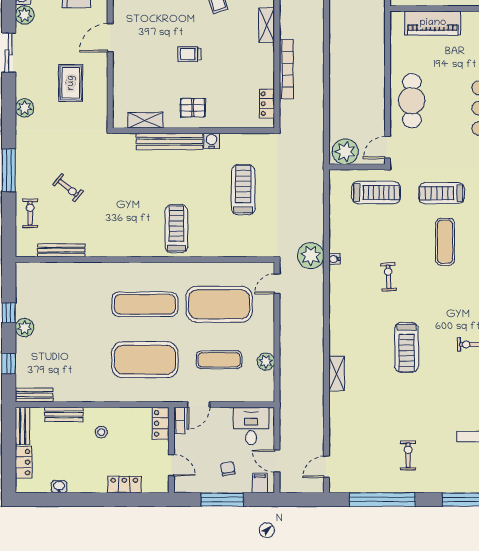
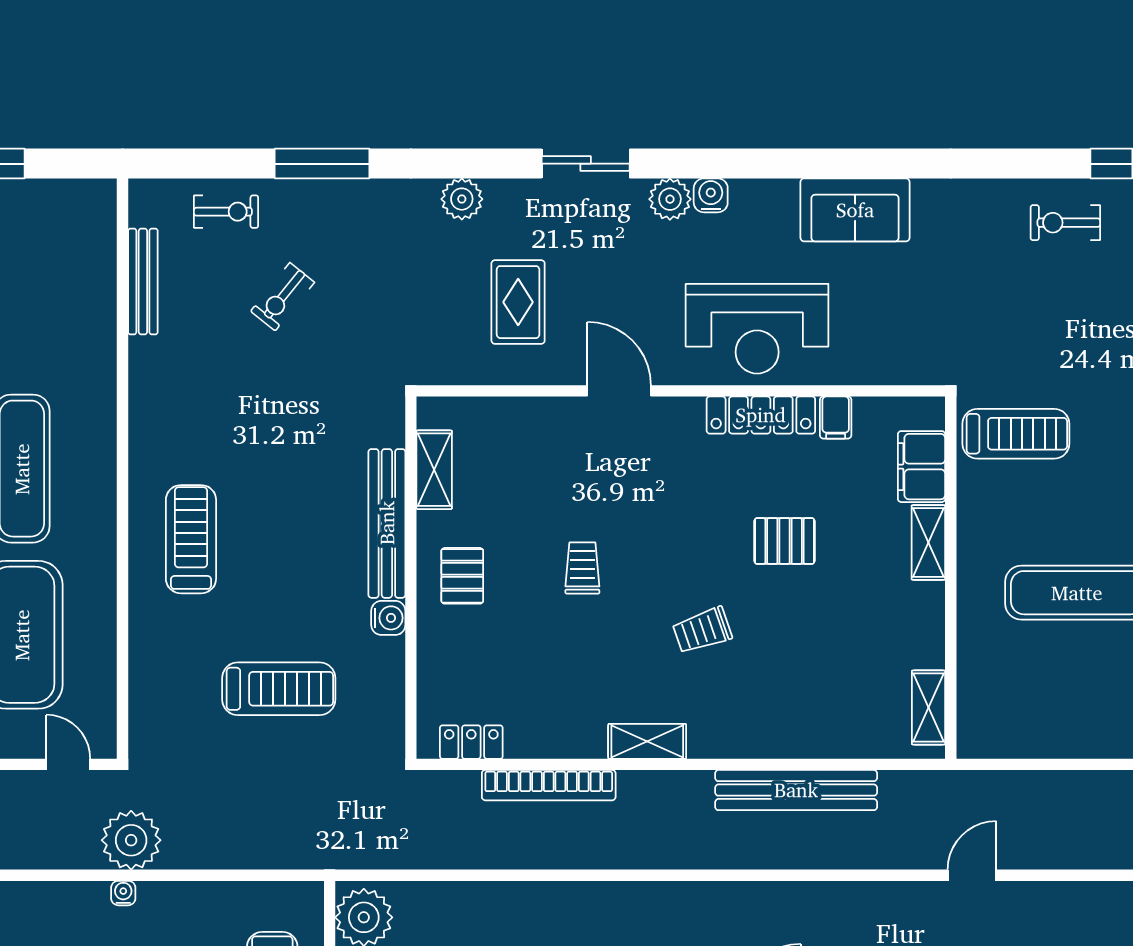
rug: (71, 83) -> (518, 302), turned 90
treadmill: (176, 229) -> (191, 539), turned -90

